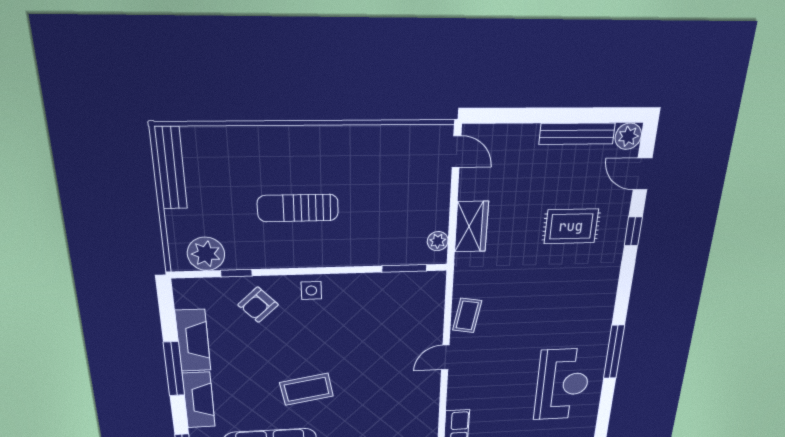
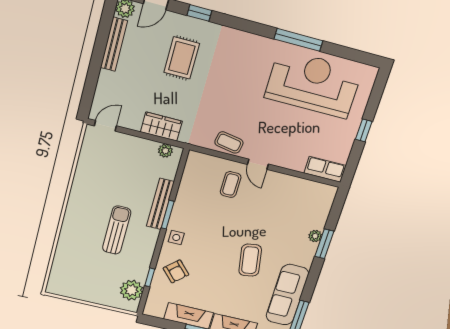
bench: (171, 168) -> (160, 204), moved, turned 90
sun lounger: (298, 208) -> (117, 230), turned 180
window: (404, 268) -> (168, 215), moved
coffee table: (409, 335) -> (231, 184), added
reception desk: (562, 384) -> (313, 84), width x1.36, depth x1.30

